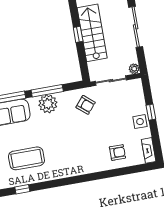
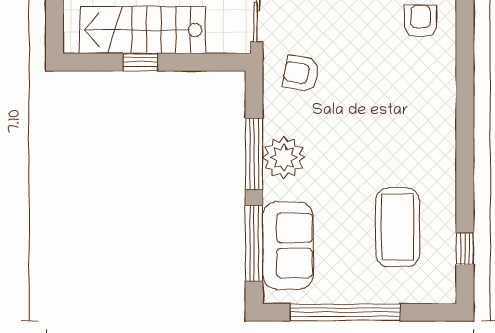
armchair: (86, 105) -> (301, 73), turned -119

